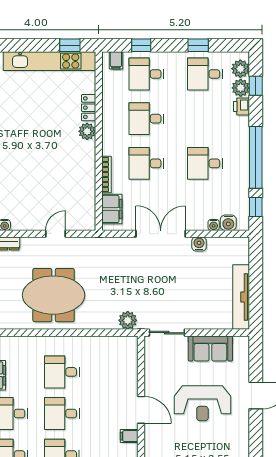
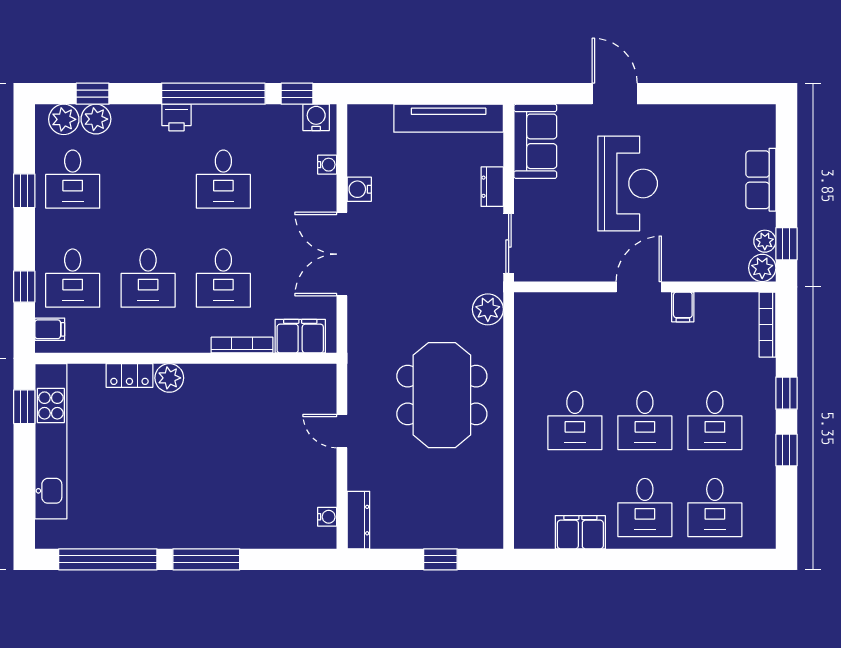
printer: (242, 107) -> (176, 118), moved
water cooler: (228, 223) -> (316, 117), moved, turned -90
meeting table: (54, 295) -> (442, 395), moved
dresser: (201, 323) -> (492, 187), added
sofa: (210, 348) -> (535, 141), moved

